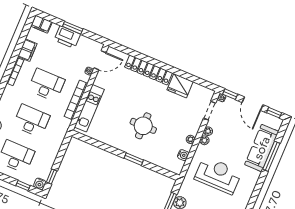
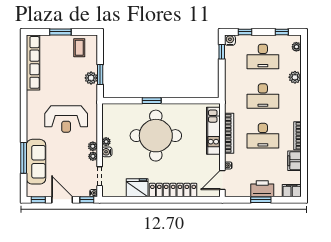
round table: (143, 126) -> (156, 136), width x1.86, depth x1.86
water cooler: (183, 155) -> (107, 152), moved

